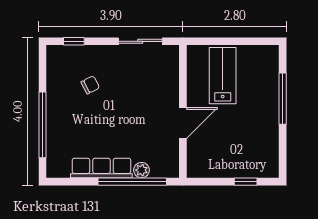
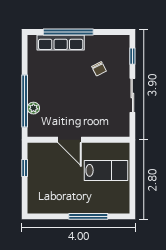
sliding door: (140, 41) -> (132, 95), moved
row of seats: (101, 168) -> (61, 43), moved, turned 90
window: (246, 182) -> (25, 168), moved

